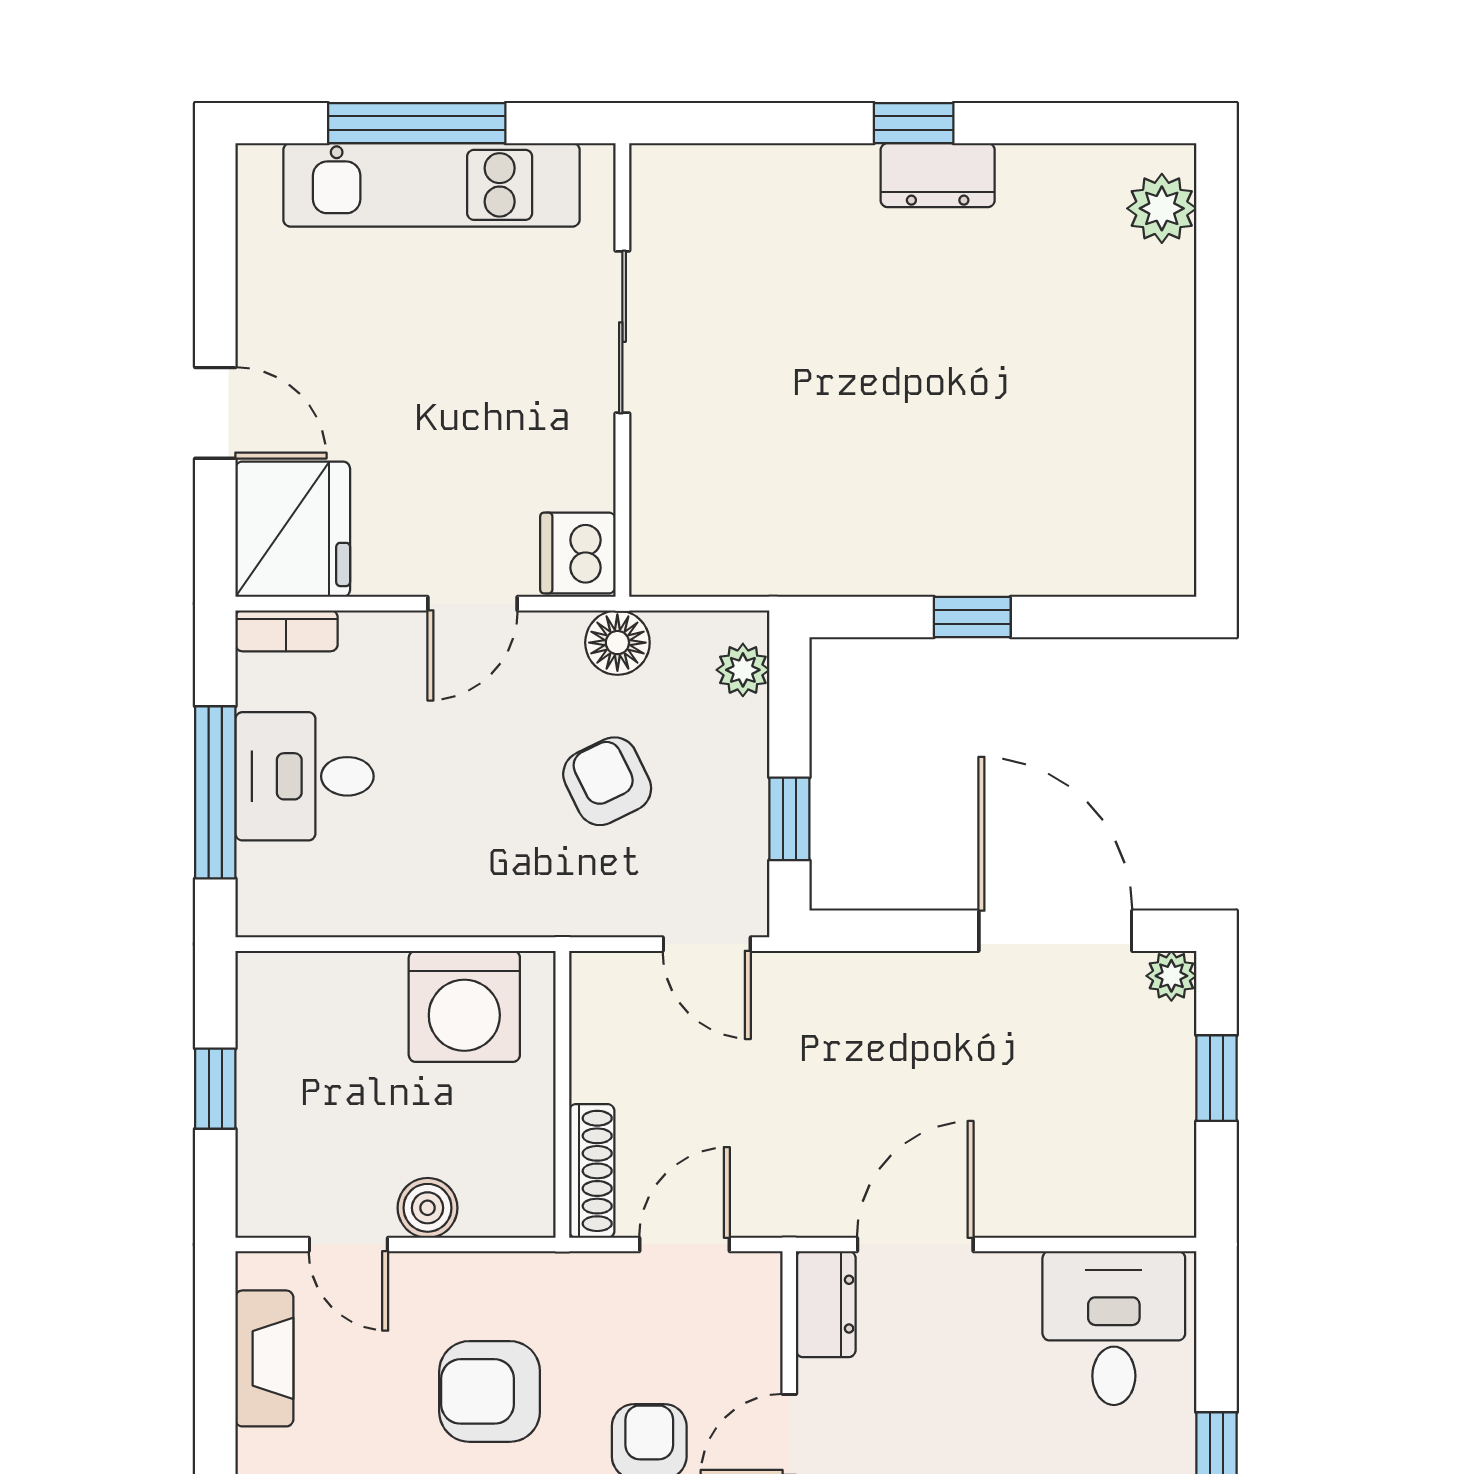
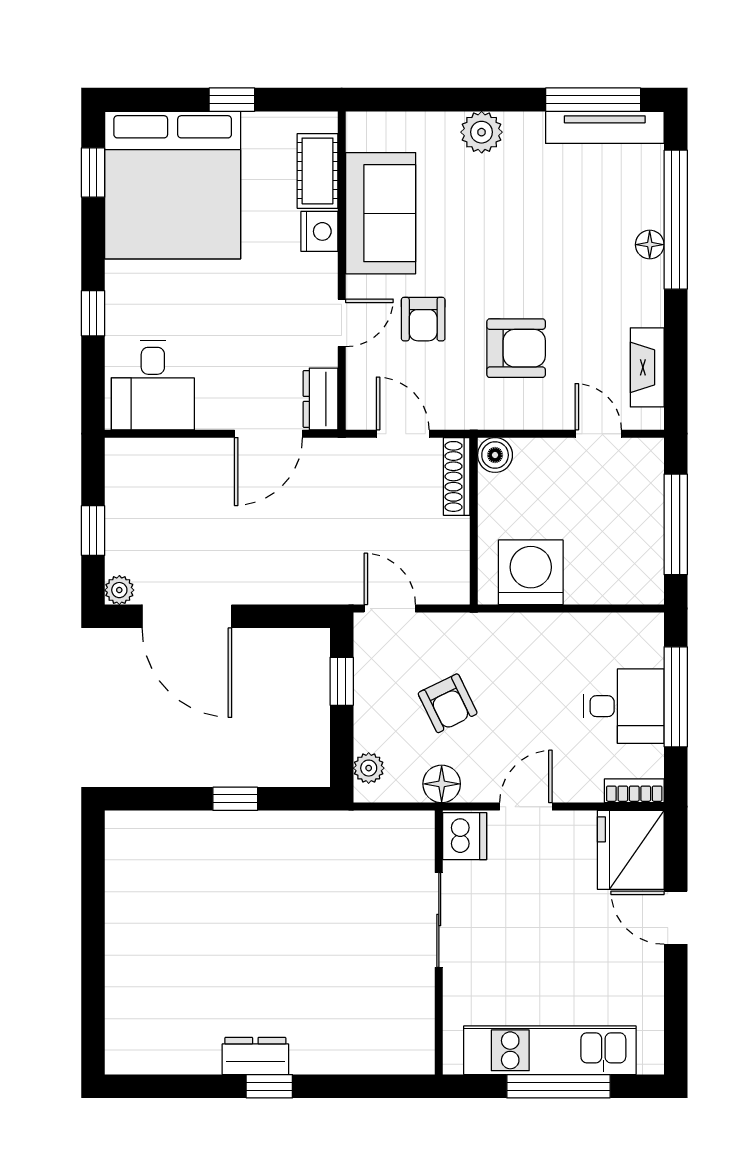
plant: (1162, 208) -> (125, 1037), removed
sliding door: (622, 332) -> (439, 920), moved
window: (215, 1089) -> (676, 524), width x2.17
boiler: (428, 1208) -> (495, 455), moved
door: (684, 1244) -> (403, 434), swing flipped

